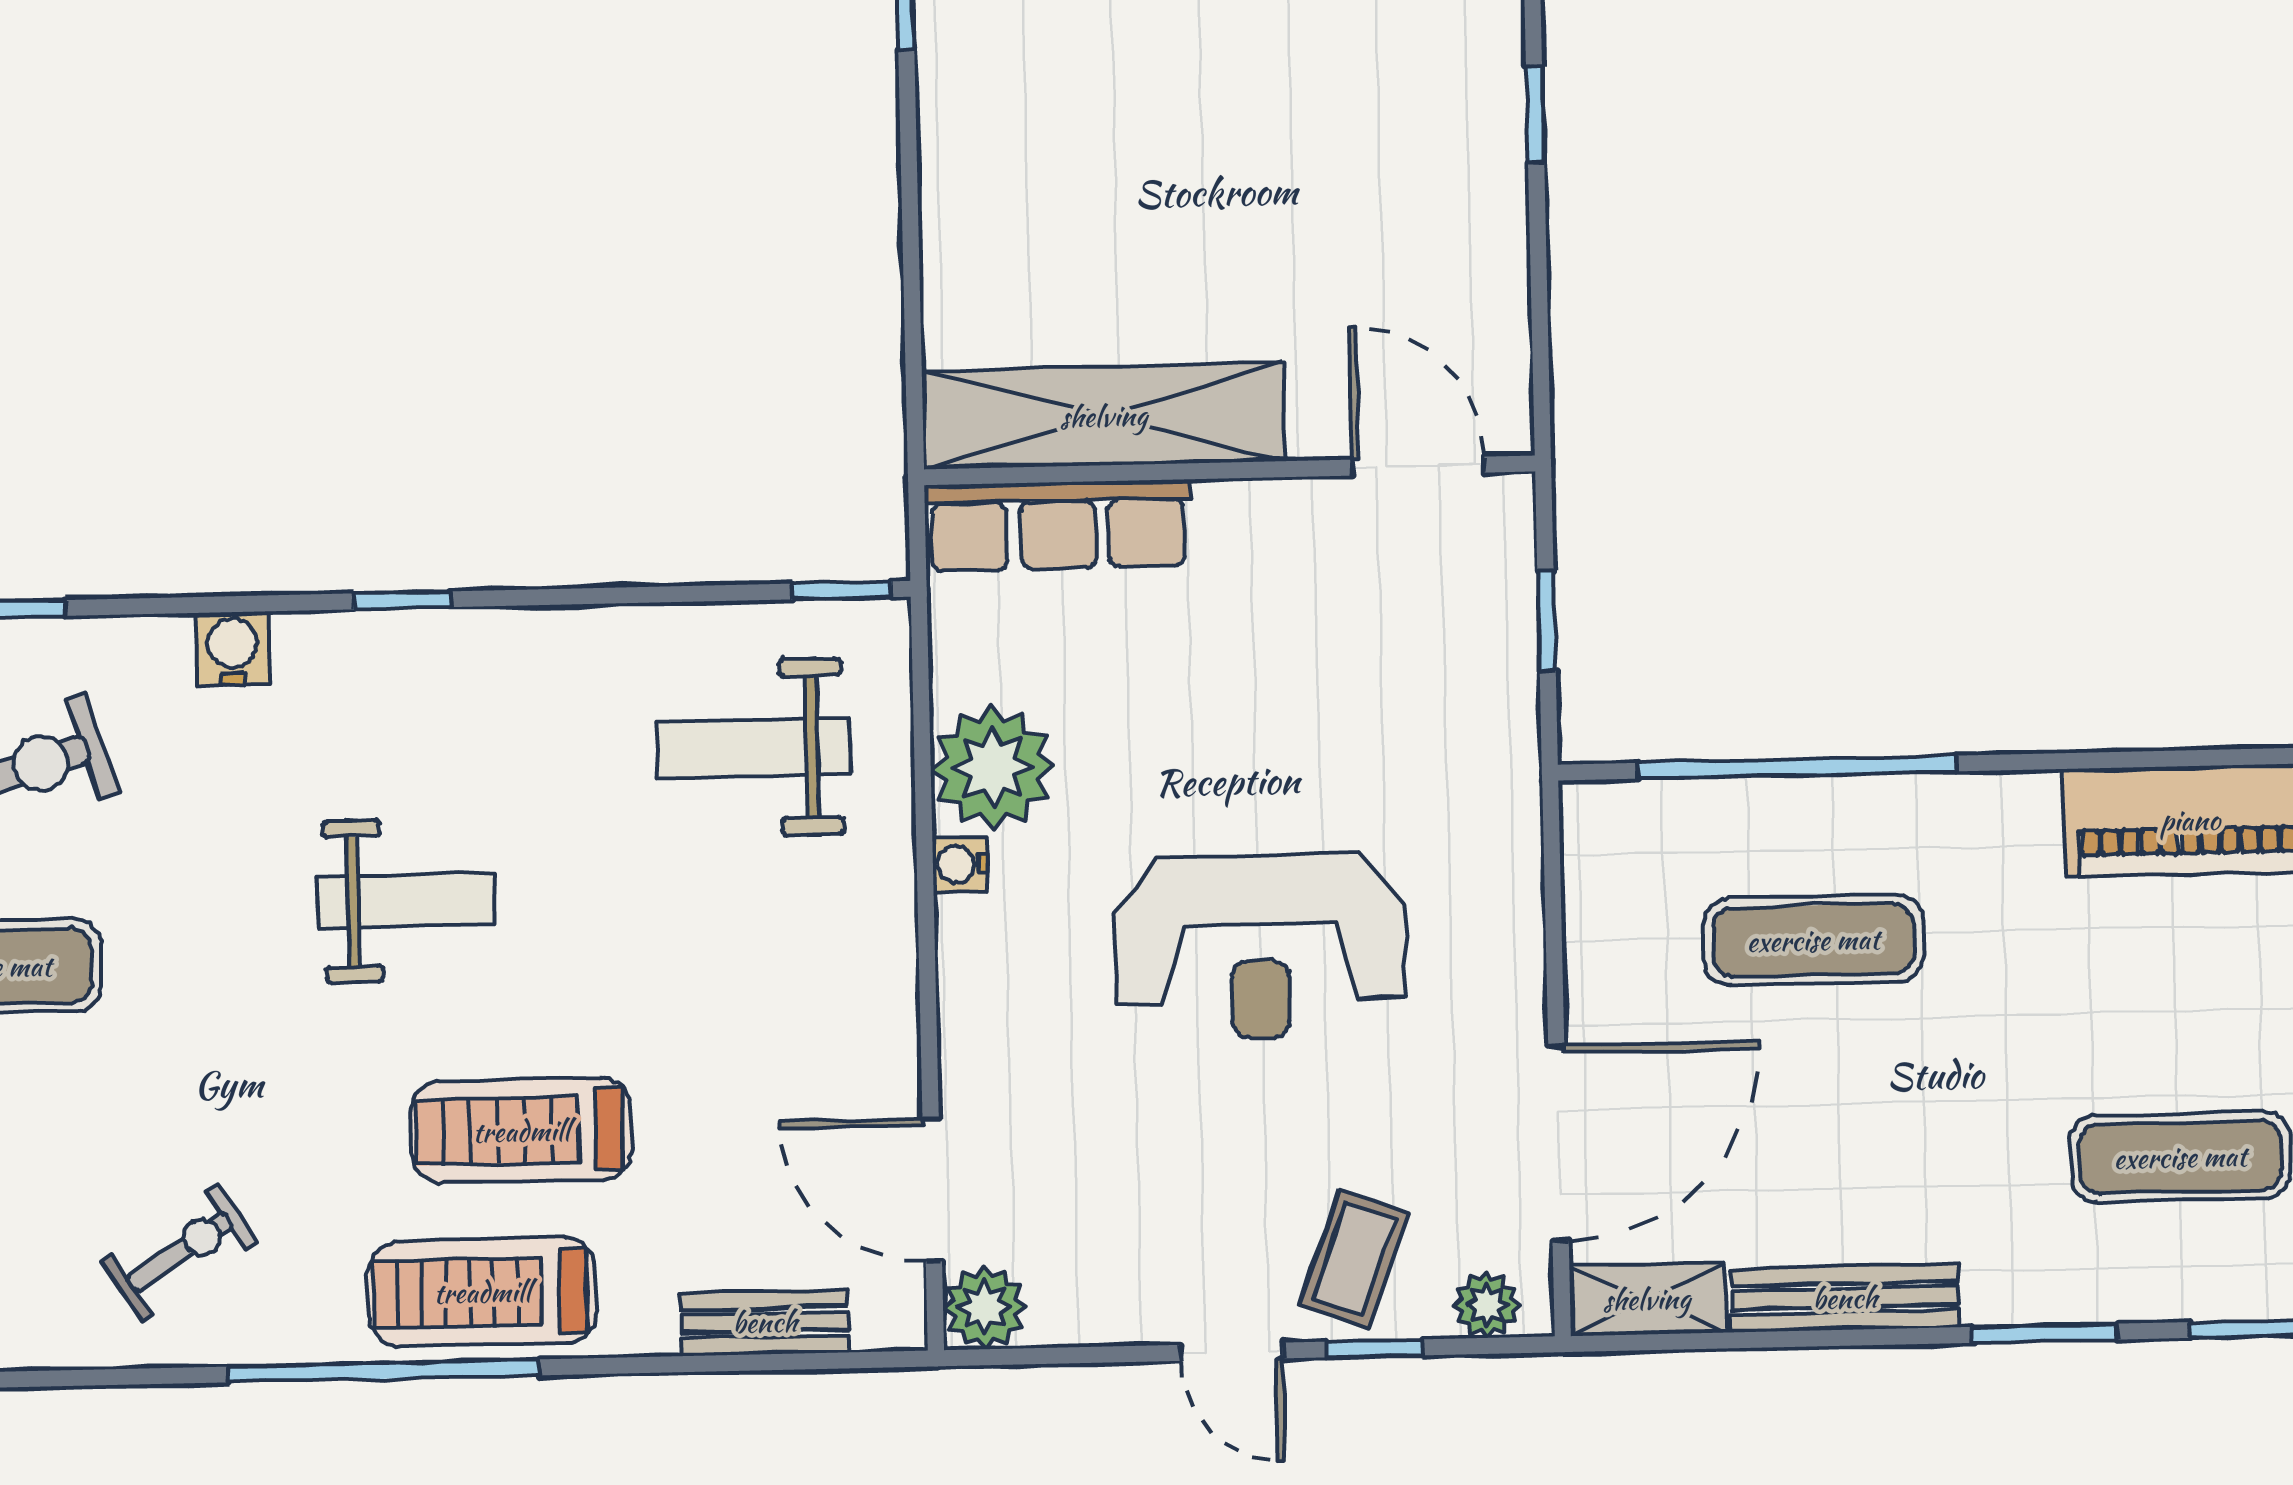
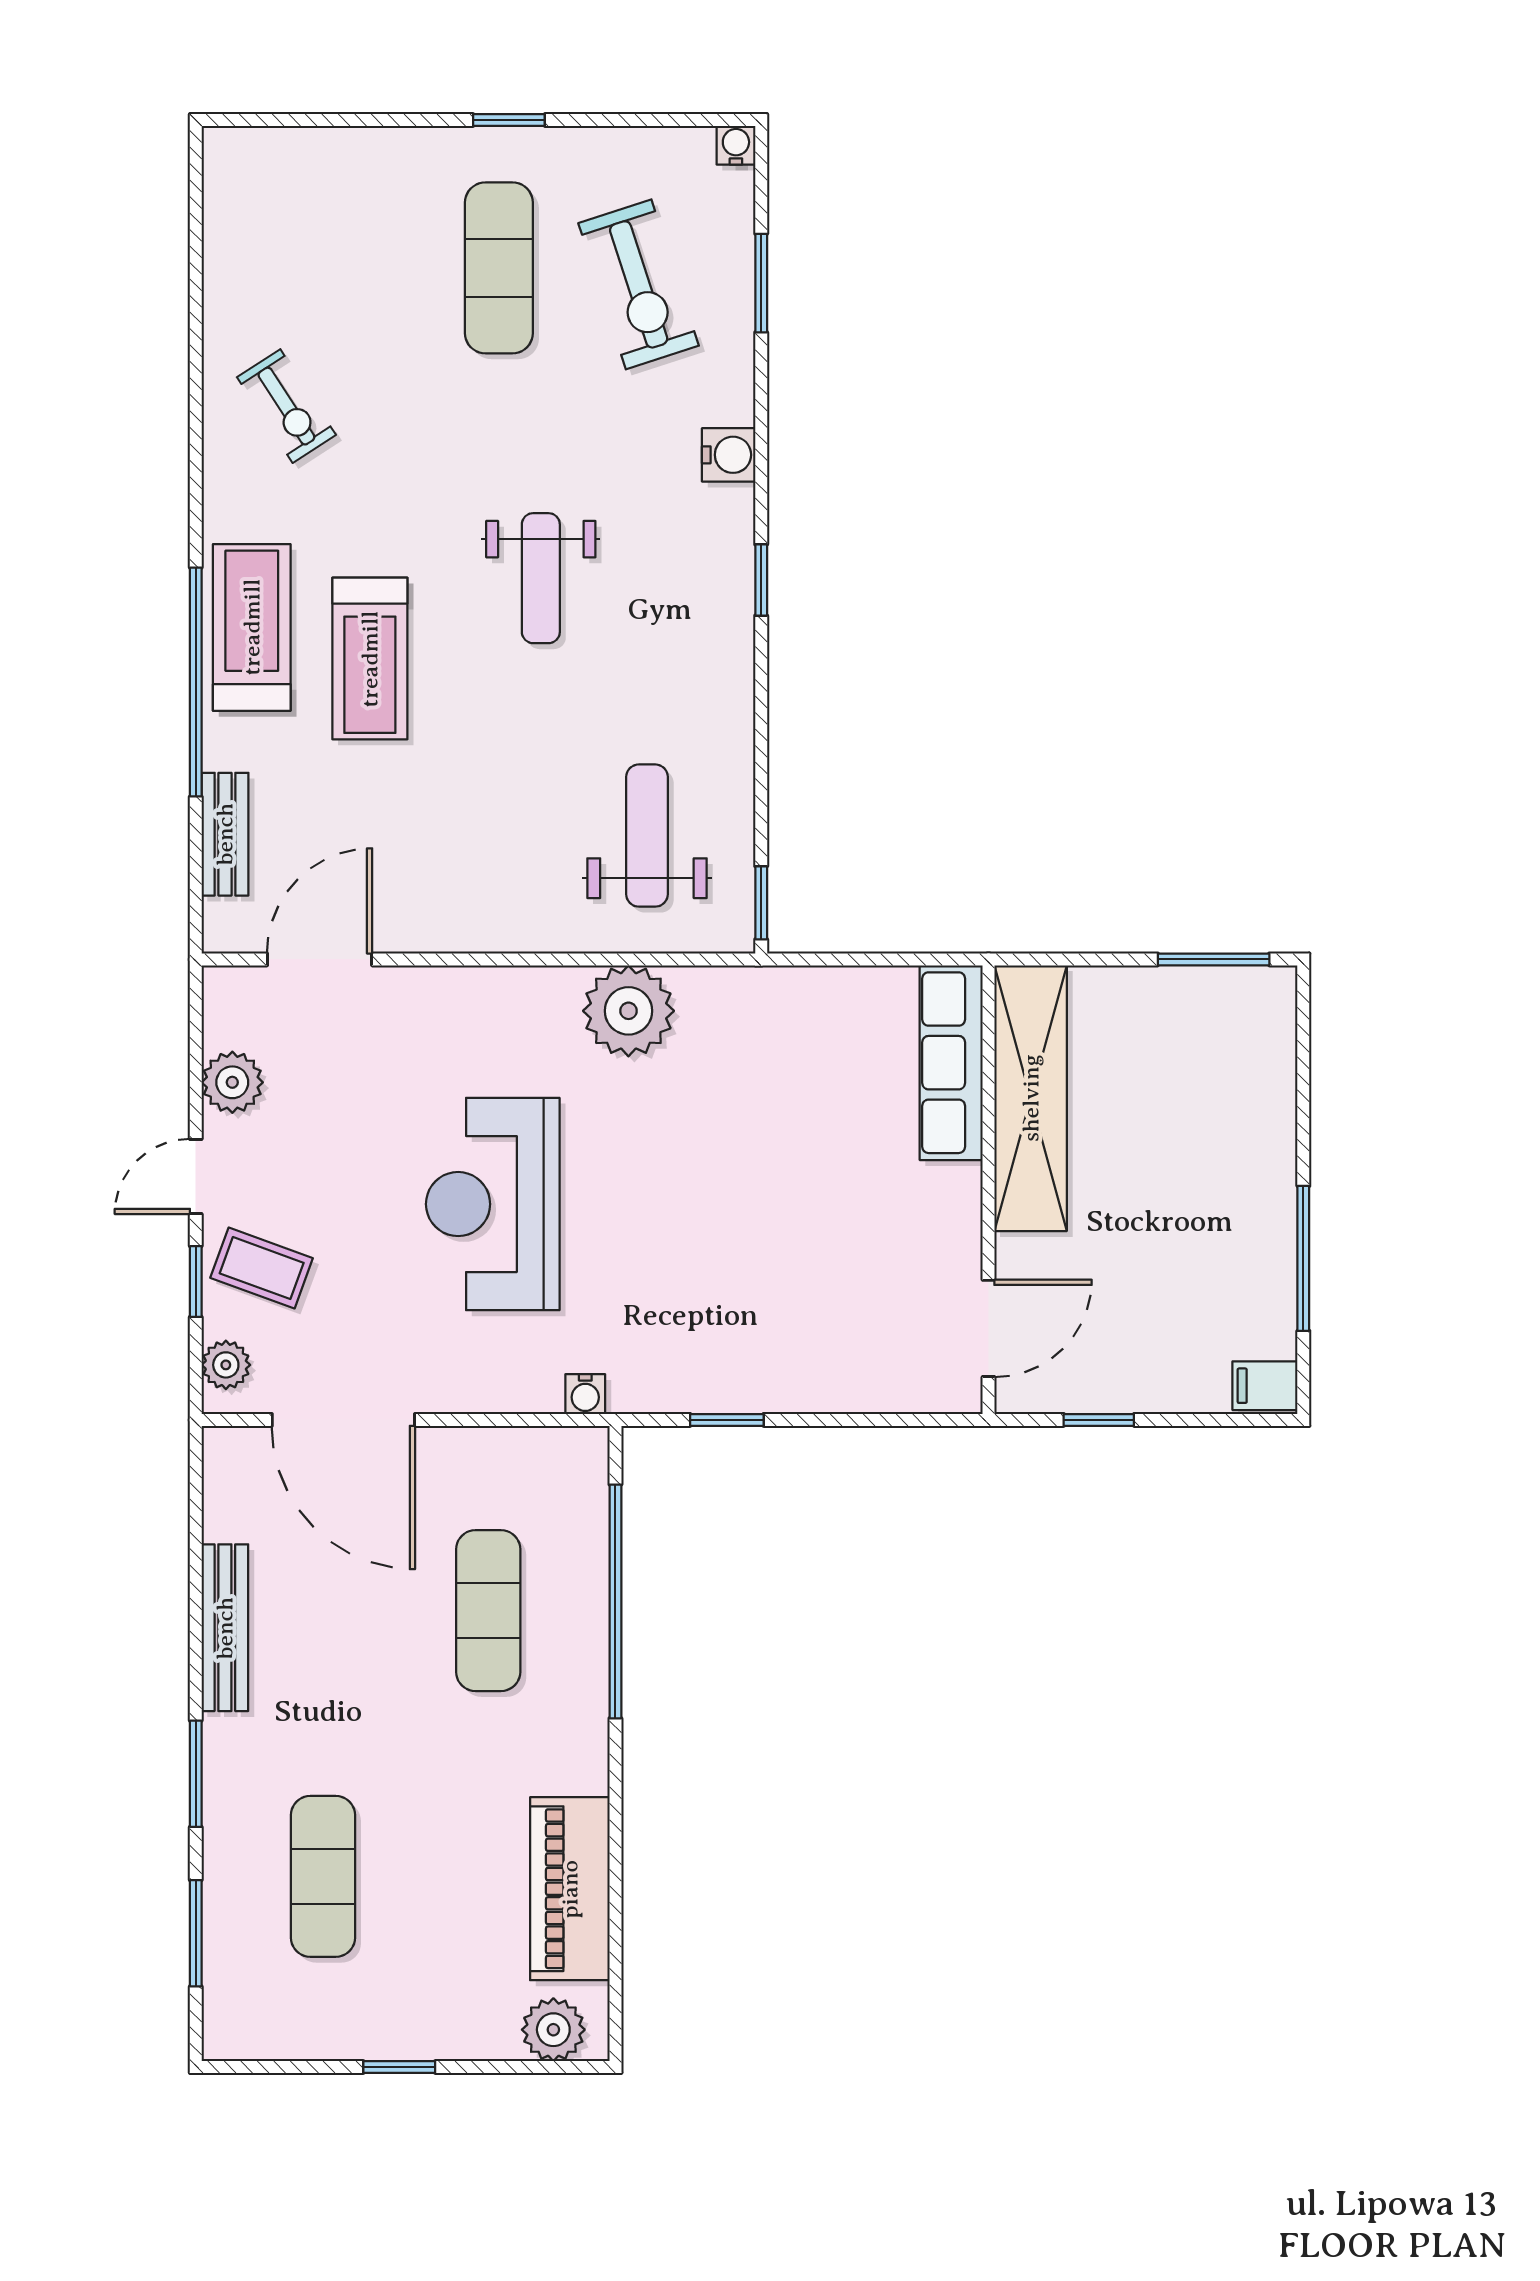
shelving: (1104, 416) -> (1031, 1098), moved
door: (1418, 466) -> (989, 1328), moved
wall: (1230, 470) -> (989, 1190), moved
row of seats: (1058, 525) -> (951, 1063), moved
water cooler: (960, 864) -> (585, 1394), moved, turned 180
treadmill: (521, 1131) -> (370, 659), turned 180
shelving: (1647, 1299) -> (227, 1483), removed
plant: (985, 1308) -> (232, 1082), moved
window: (383, 1371) -> (196, 682), moved

